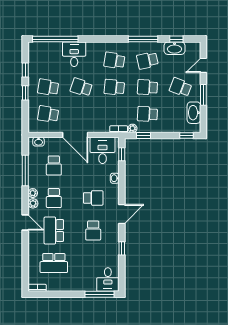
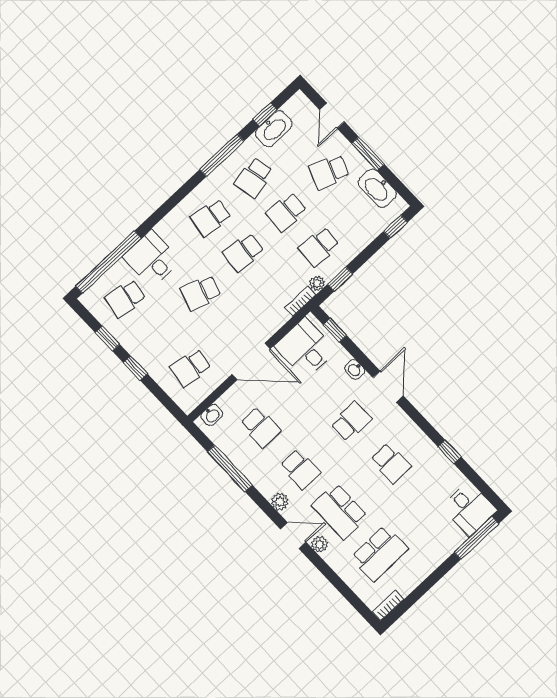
school desk: (48, 87) -> (125, 298), moved
plant: (33, 193) -> (320, 544), moved
door: (122, 214) -> (388, 387), moved

